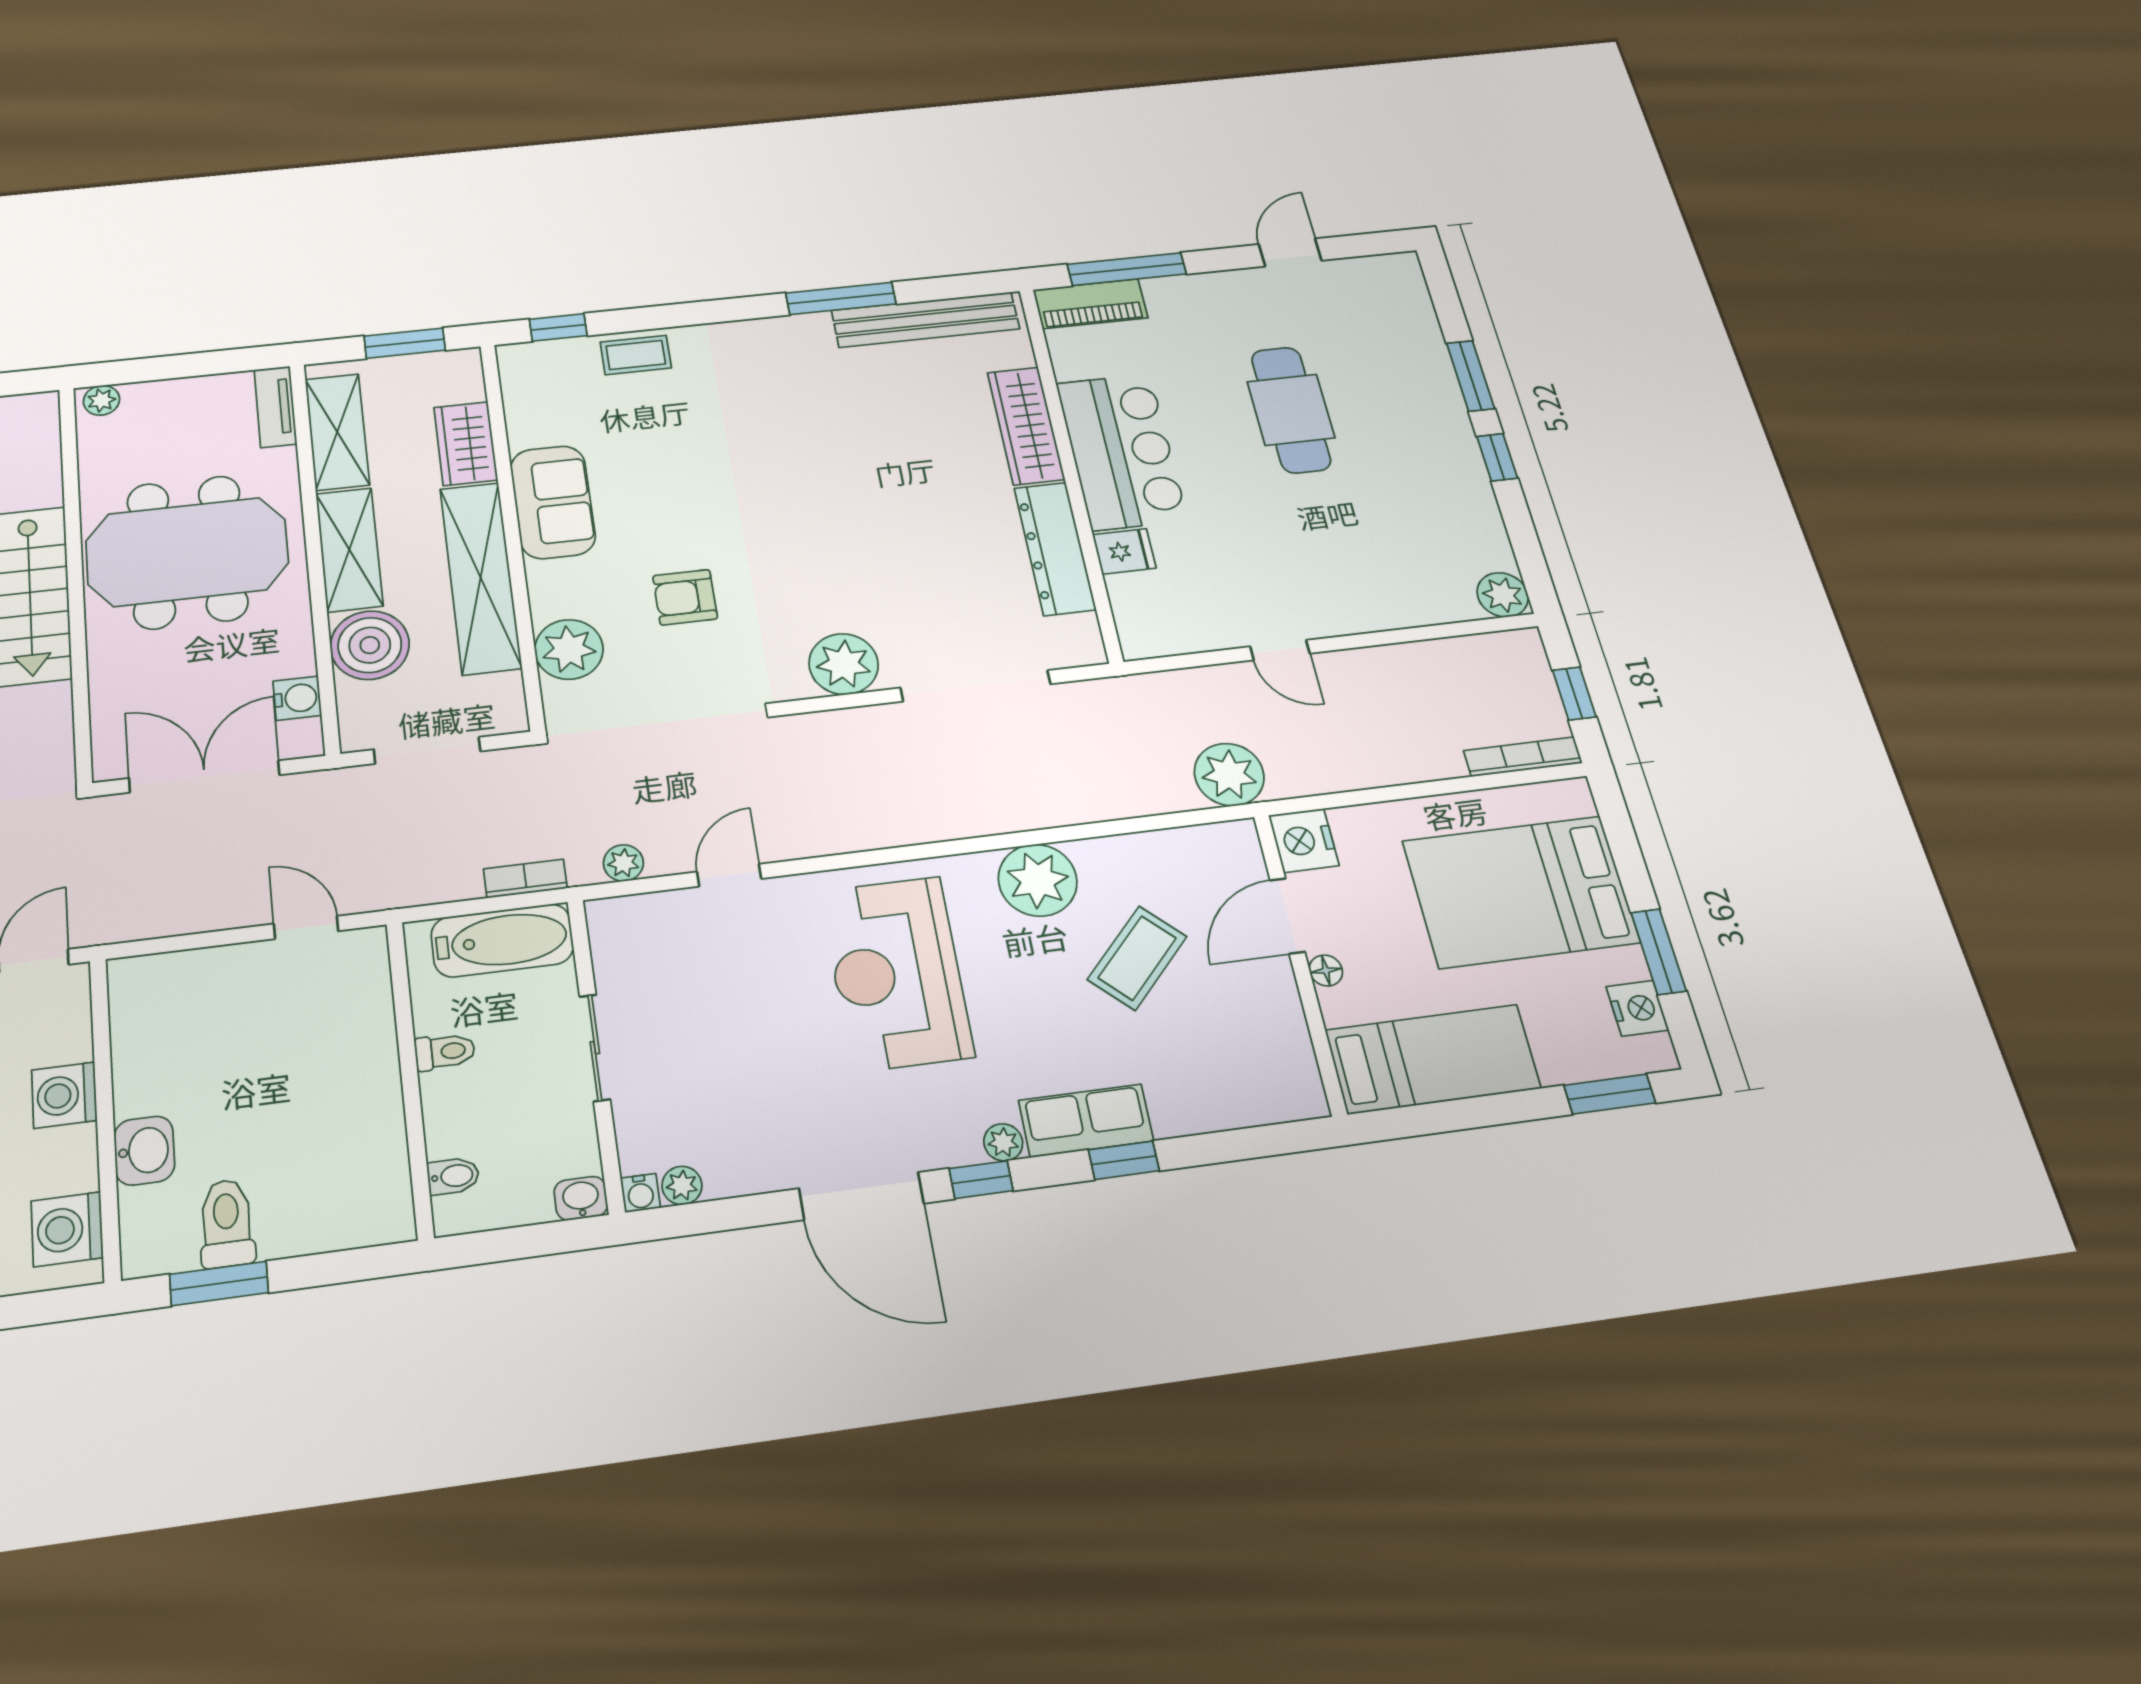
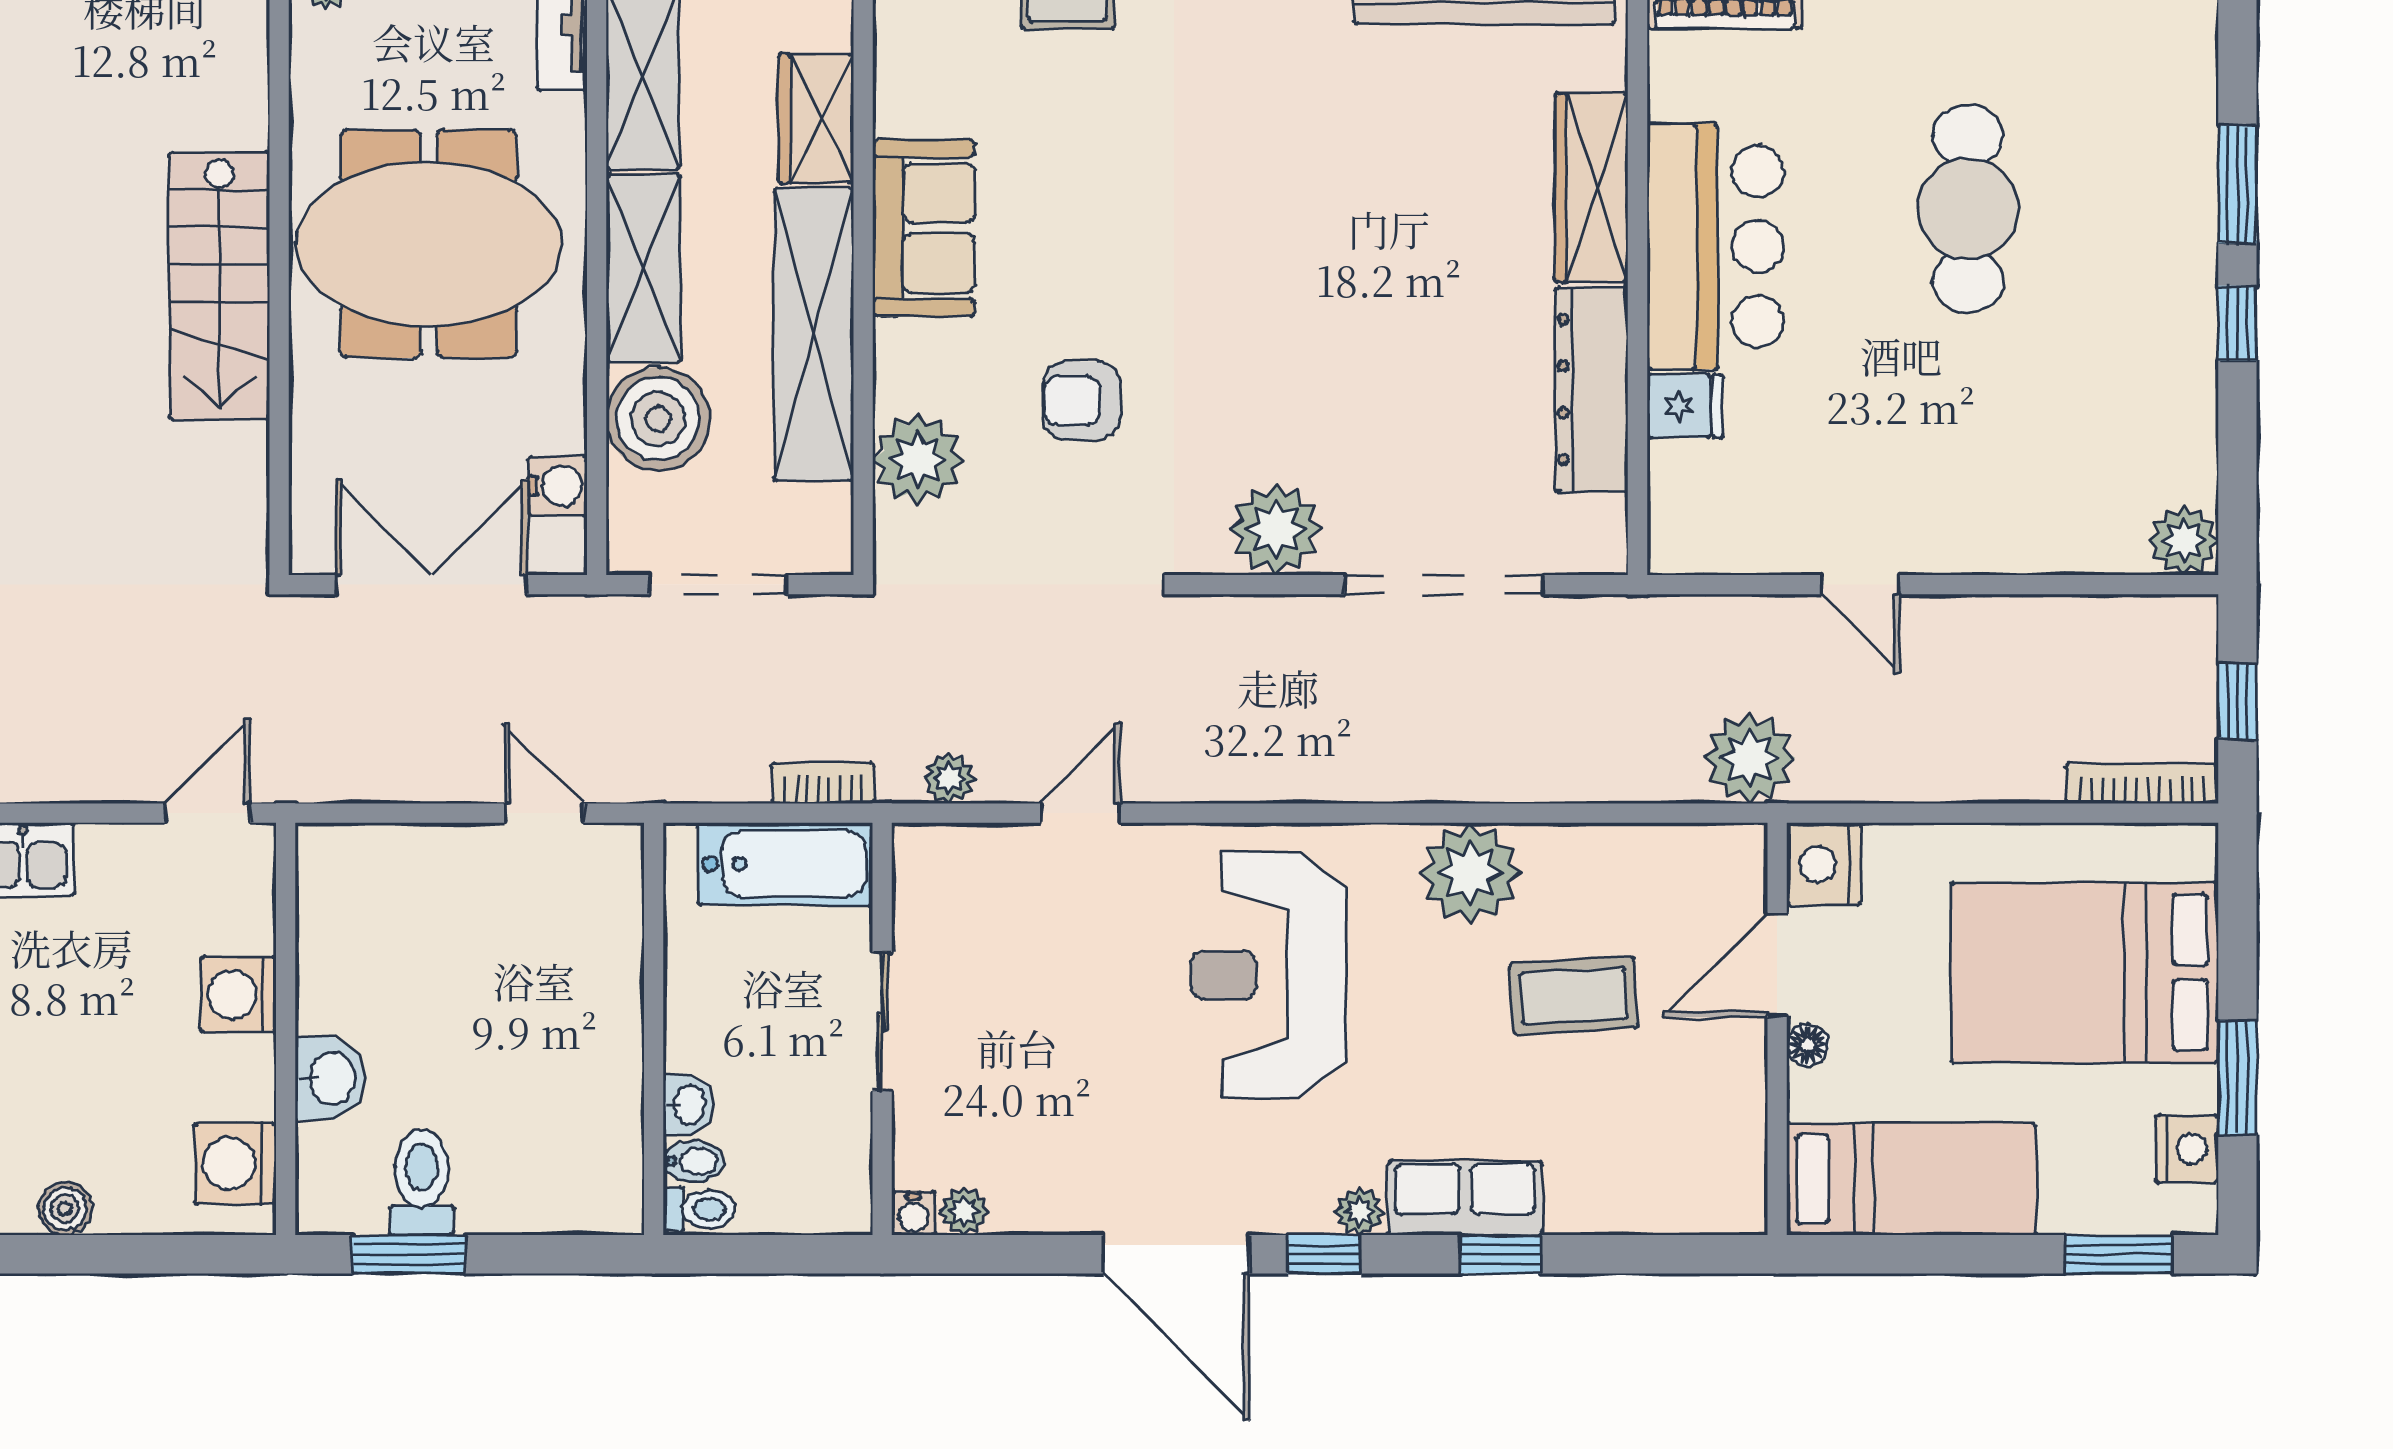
coffee table: (1137, 958) -> (1574, 996), turned 43
toilet: (445, 1052) -> (699, 1209), moved
washbasin: (581, 1198) -> (688, 1105), moved, turned 90

